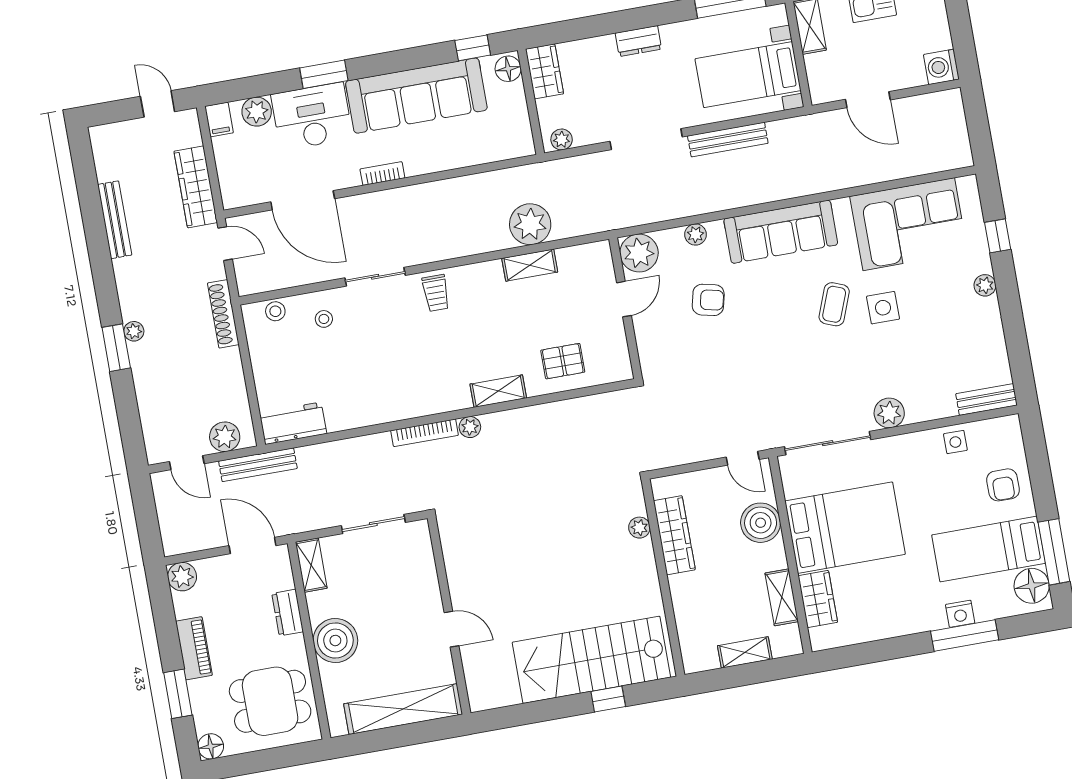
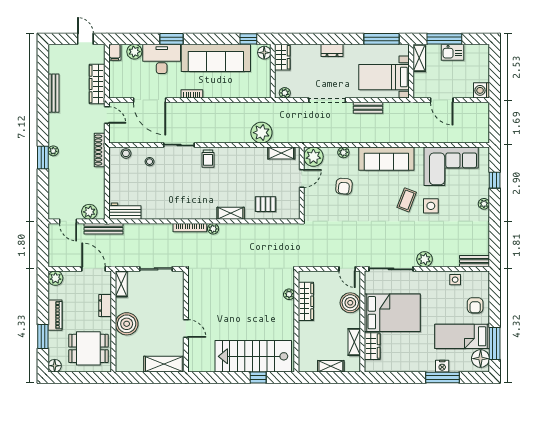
bench: (728, 140) -> (368, 108), width x0.73
shelving: (530, 265) -> (281, 153), moved
armchair: (708, 300) -> (344, 186), turned 82
shelving: (403, 709) -> (164, 364), width x0.68

